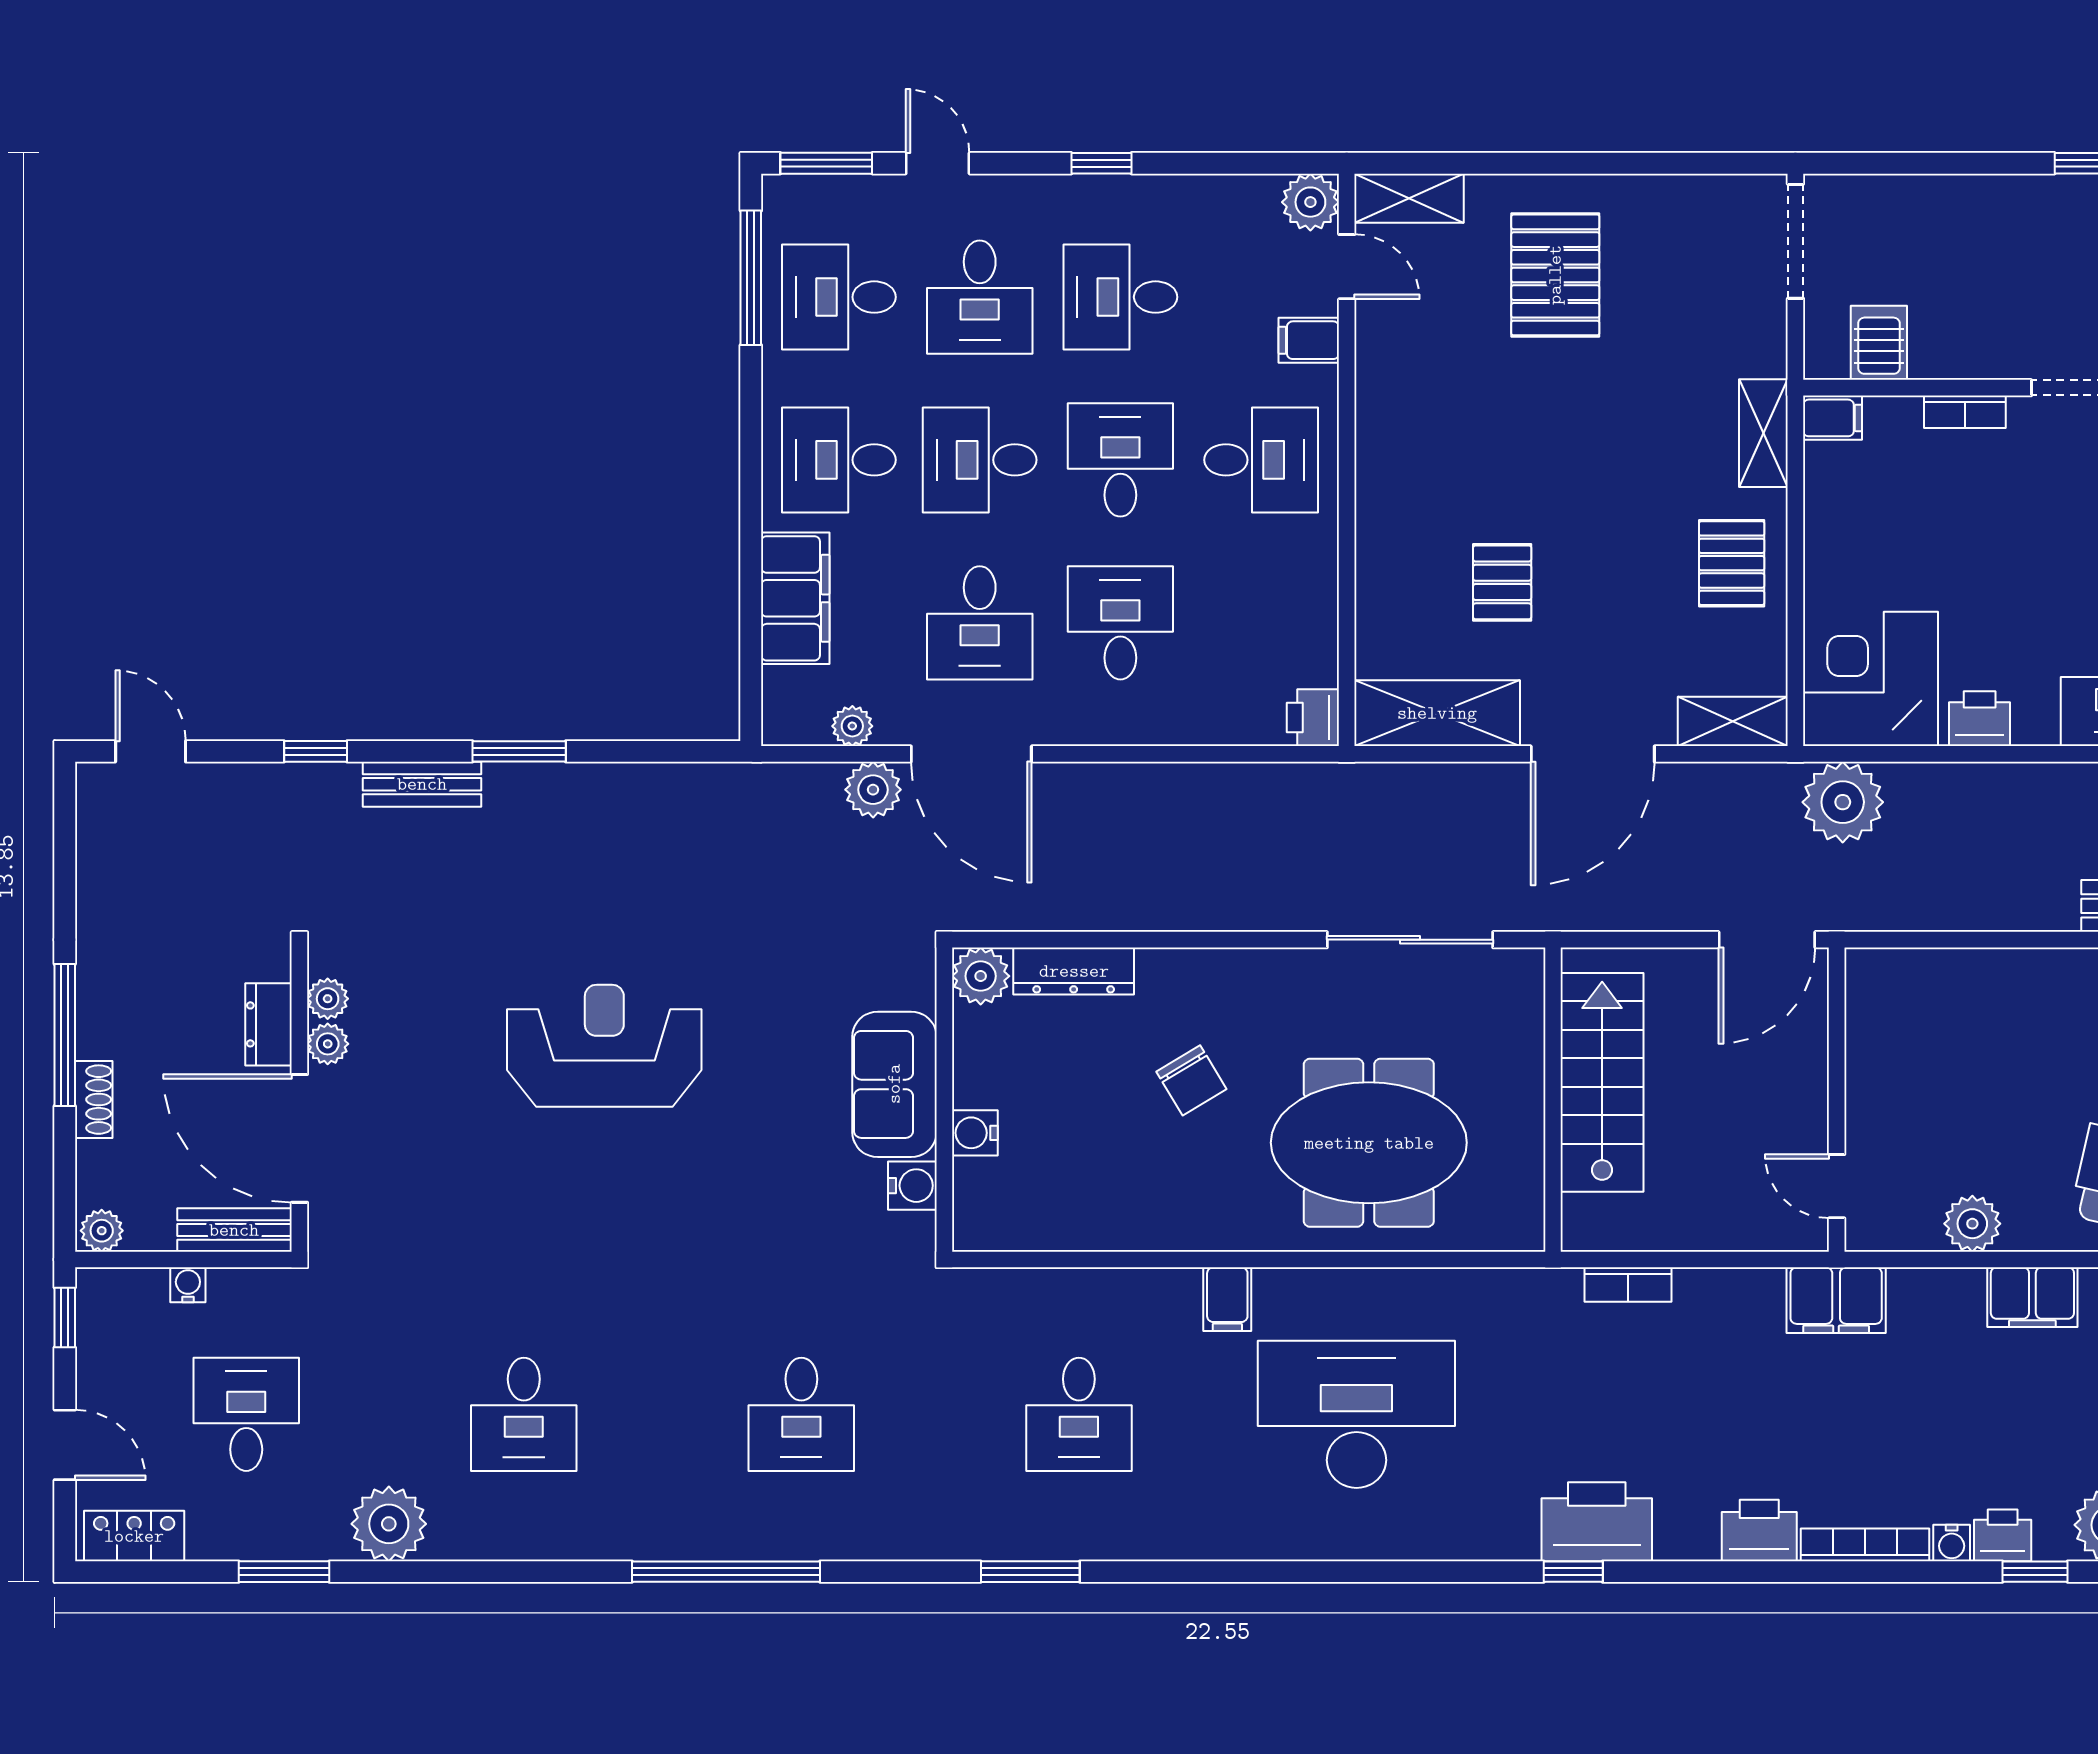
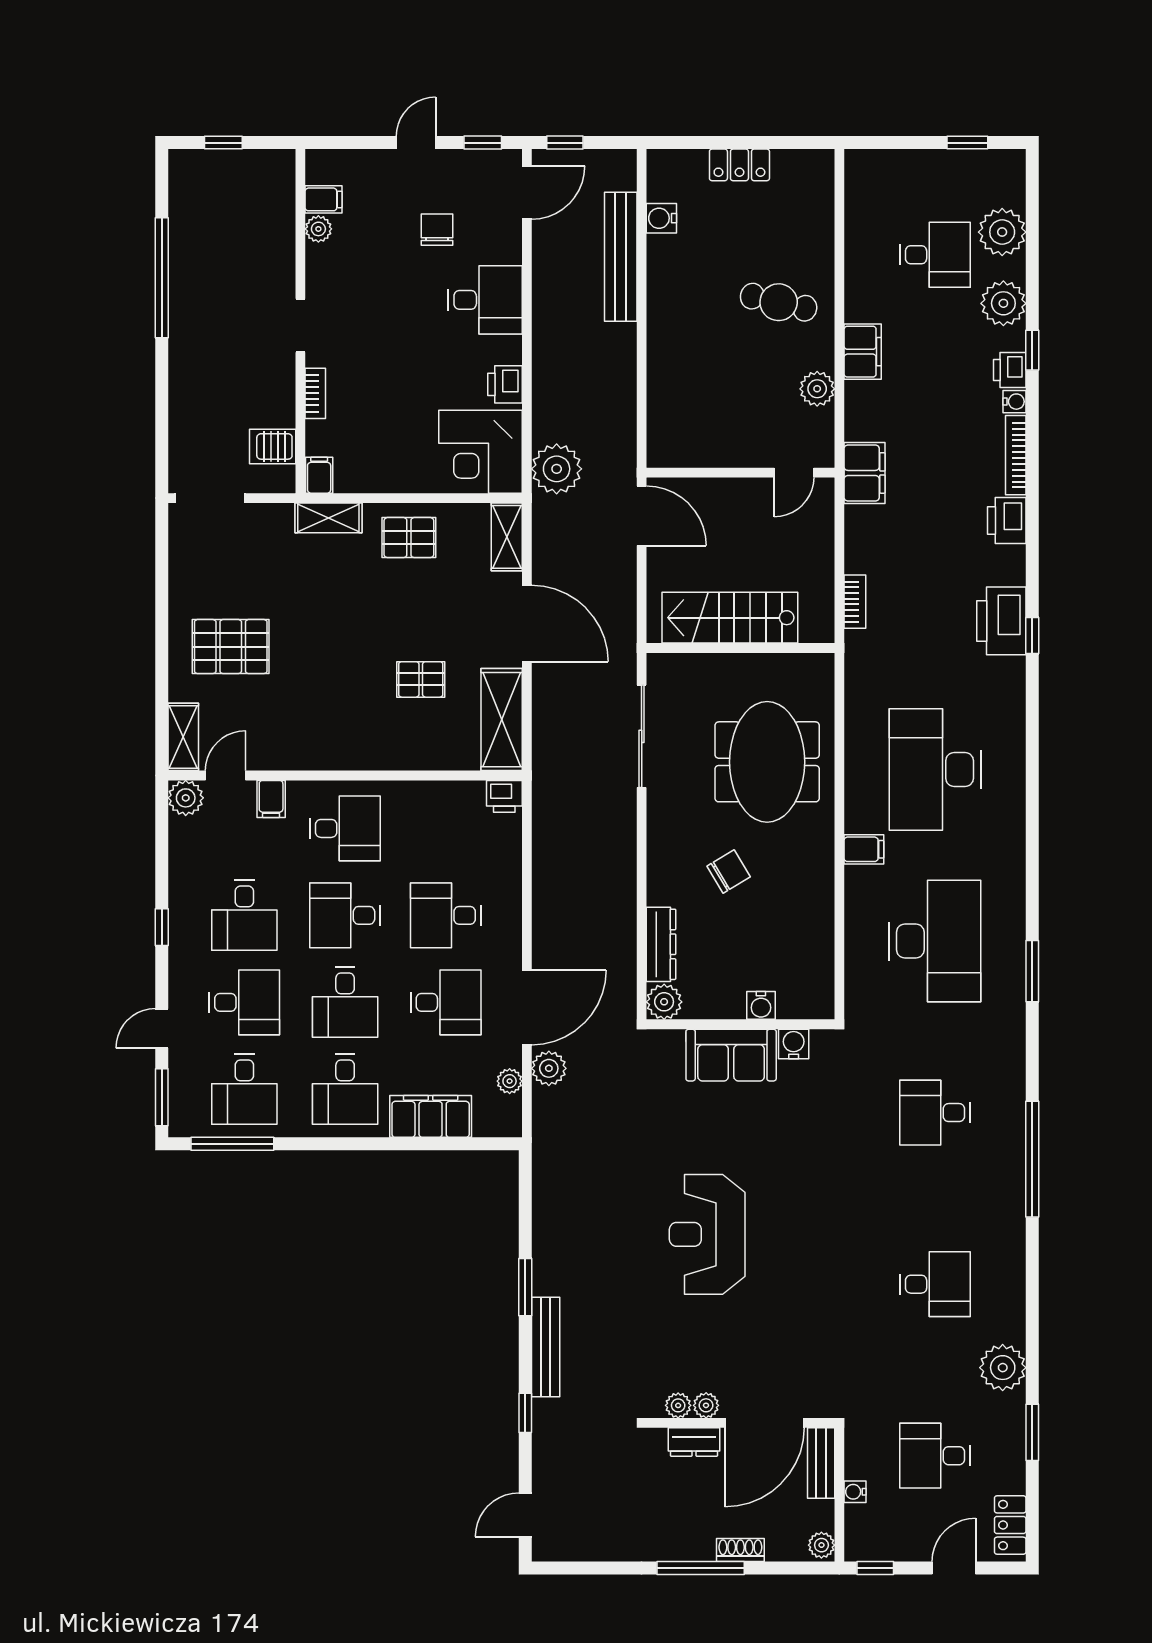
desk: (1261, 460) -> (345, 828), turned 90
bench: (422, 784) -> (546, 1347), width x1.36
desk: (801, 1414) -> (935, 1113), turned 180
desk: (1079, 1414) -> (935, 941), width x1.87, depth x1.30

